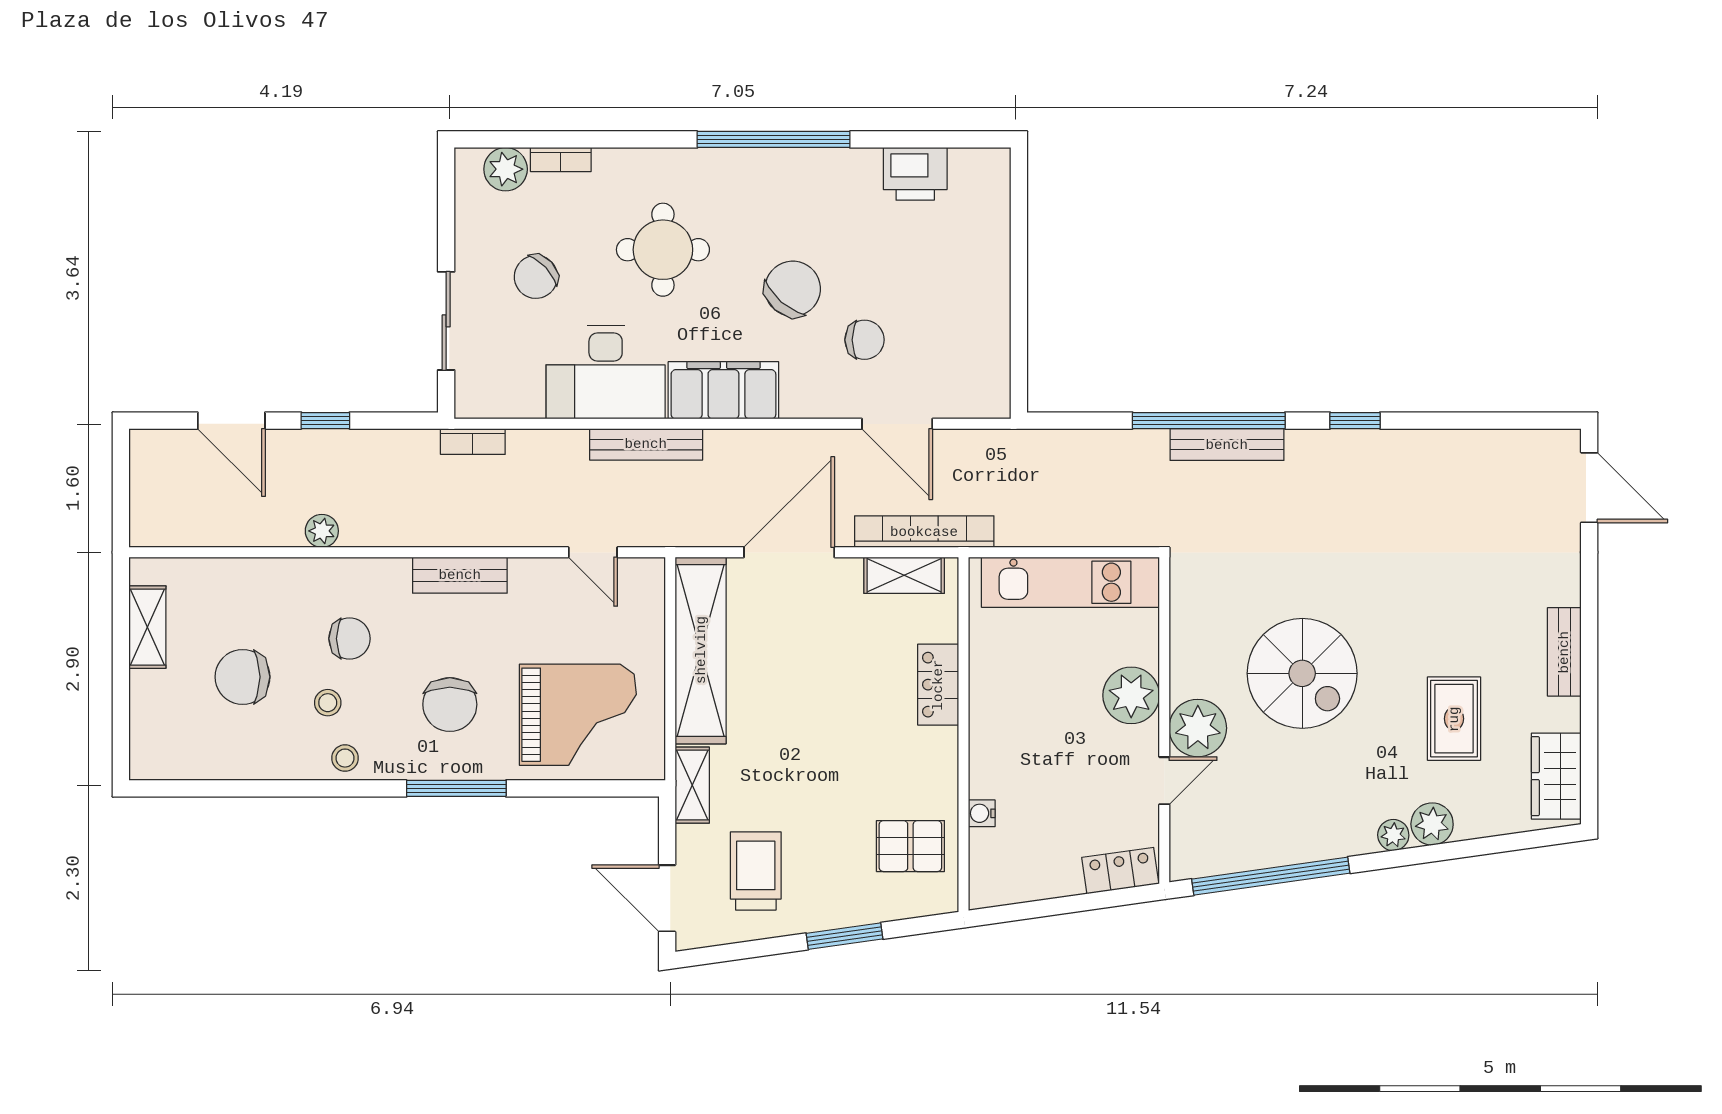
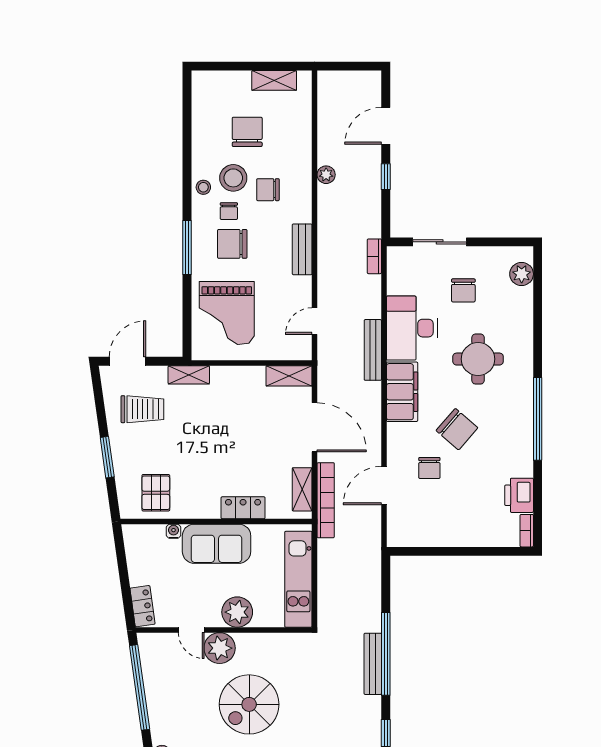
bookcase: (561, 160) -> (527, 531), moved
chair: (536, 277) -> (463, 290), turned -137
chair: (349, 639) -> (268, 190), turned 90
shelving: (701, 650) -> (289, 376), width x0.45, depth x0.75
stool: (328, 703) -> (233, 178), width x1.89, depth x1.89
chair: (389, 711) -> (229, 211), added
sofa: (1005, 734) -> (217, 544), added

